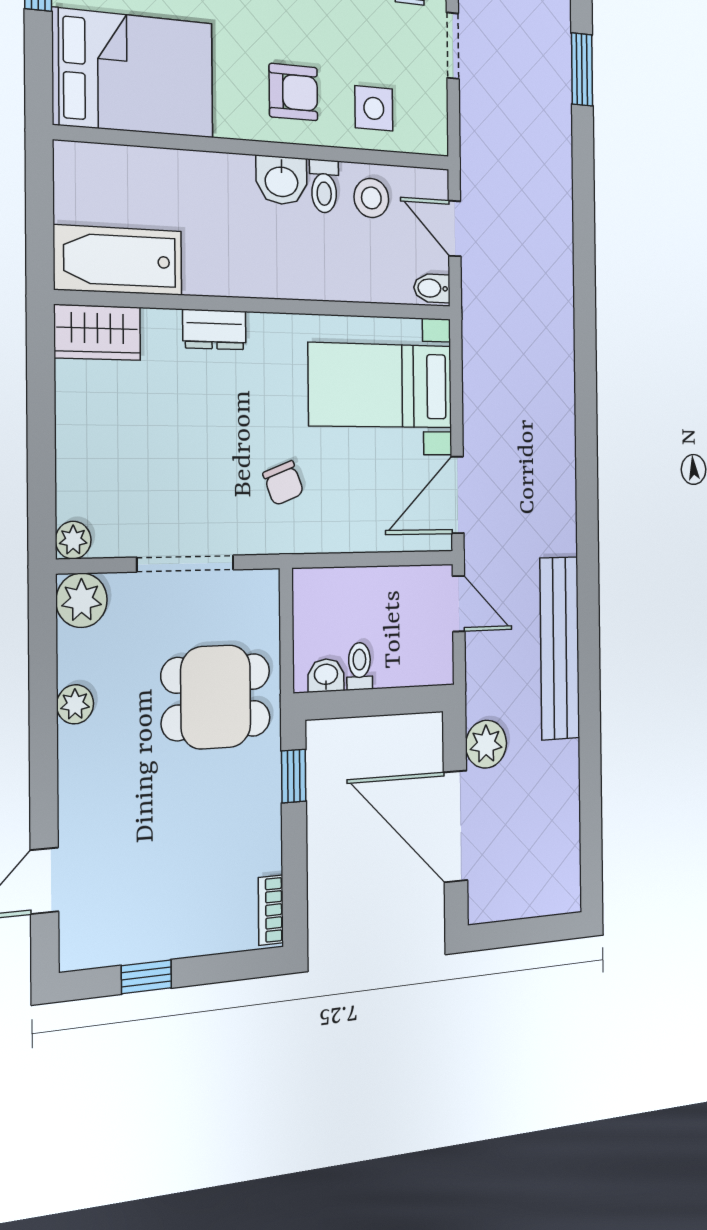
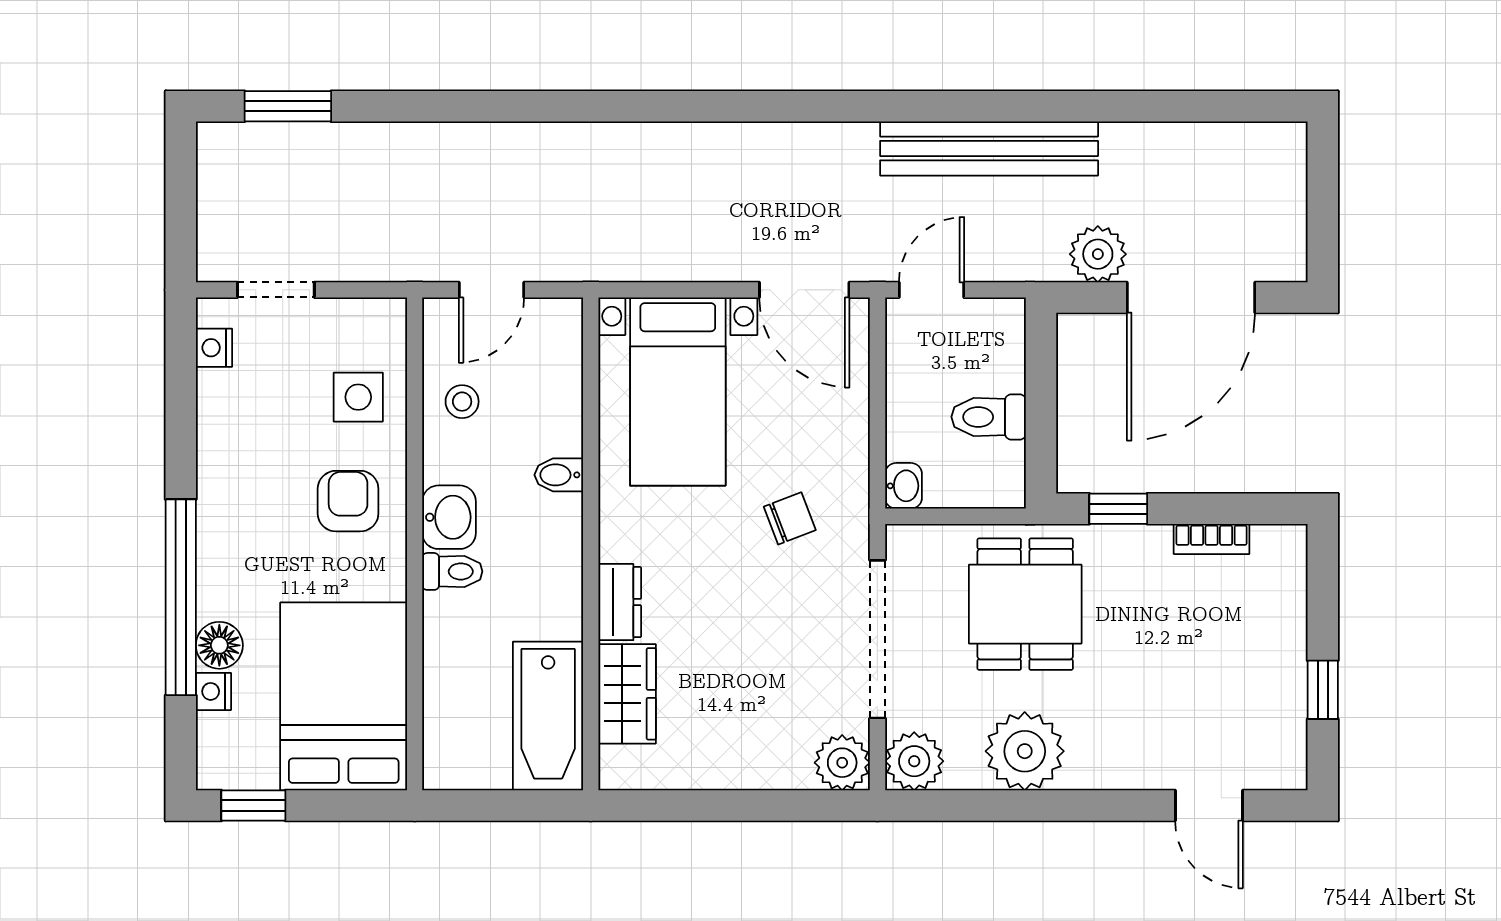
toilet: (324, 186) -> (452, 571), moved
stool: (371, 198) -> (462, 402), width x0.73, depth x0.73
bidet: (432, 288) -> (559, 475), moved, turned 90
wardrobe: (97, 332) -> (627, 694), moved
plant: (73, 540) -> (842, 763), width x1.38, depth x1.38
doorway: (186, 564) -> (877, 639), width x1.36
toilet: (360, 666) -> (989, 417), width x1.37, depth x1.39
washbasin: (326, 675) -> (903, 486), moved, turned 180
plant: (75, 704) -> (1025, 751), width x1.87, depth x1.87
bookcase: (271, 910) -> (1212, 539), moved

